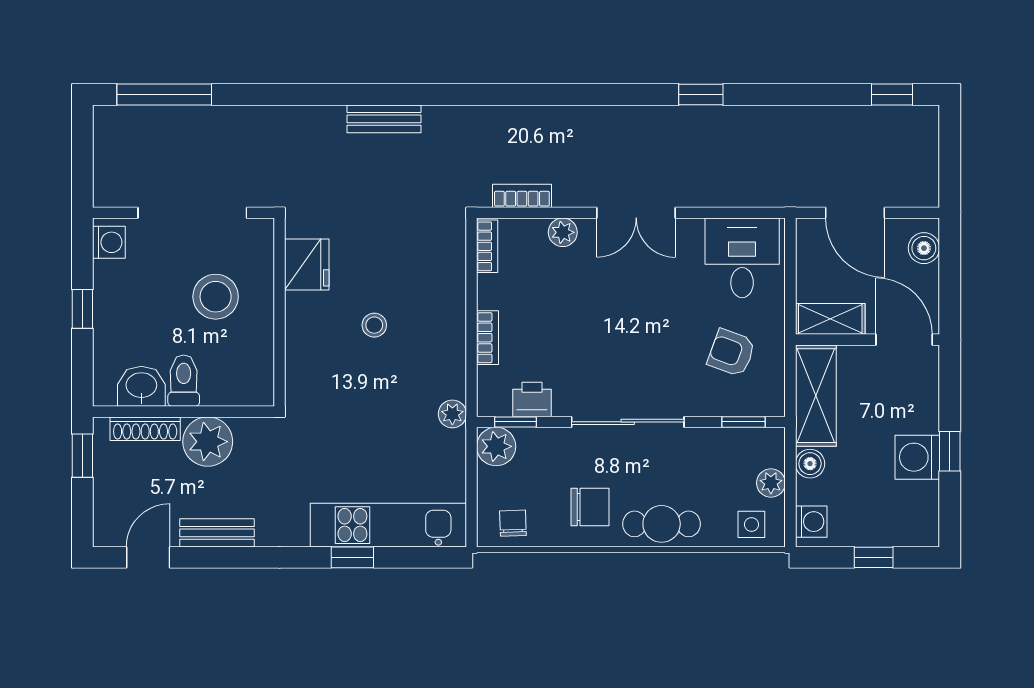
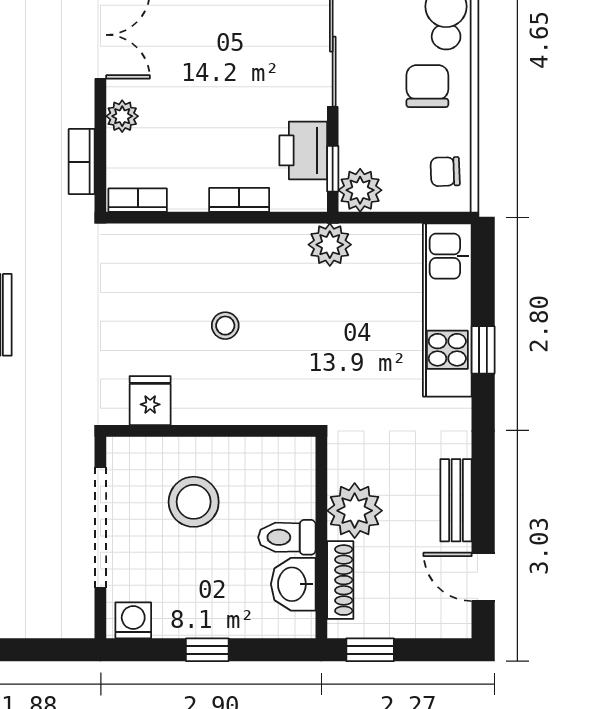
fridge: (307, 265) -> (150, 401), width x0.72
printer: (532, 399) -> (303, 150), width x1.36, depth x1.24
plant: (452, 414) -> (330, 245), width x1.38, depth x1.38

